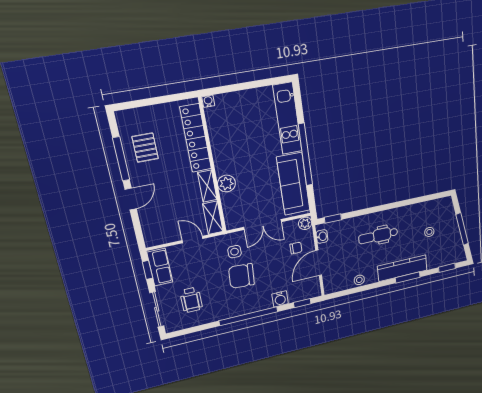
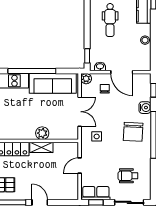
shelving: (213, 218) -> (66, 148), removed
chair: (241, 276) -> (133, 132), moved
wheelchair: (191, 300) -> (128, 176), turned 180

